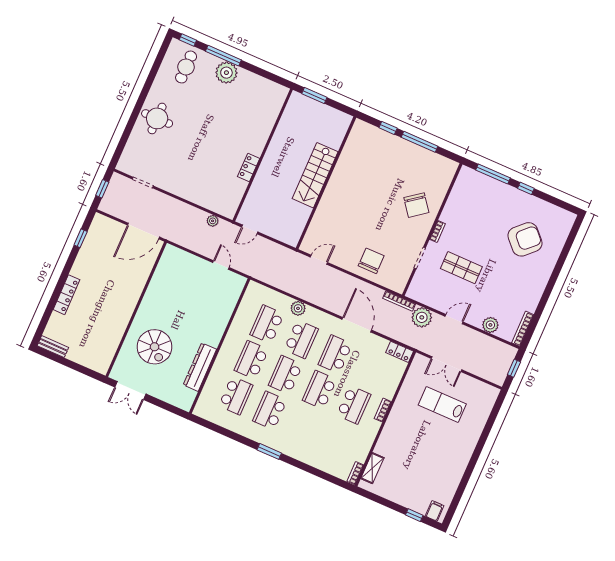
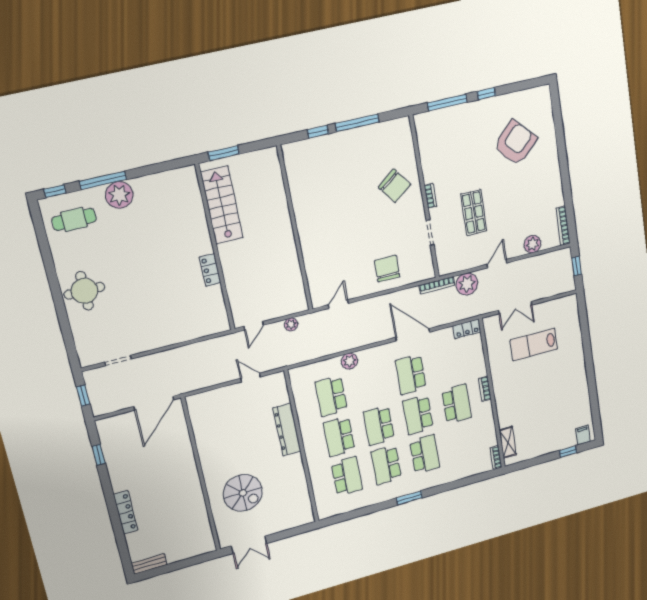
cafe table: (186, 67) -> (74, 219), turned 90
stairs: (315, 175) -> (222, 205), moved, turned 180
plant: (213, 221) -> (291, 324), moved
shop shelf: (461, 268) -> (474, 213), turned 90
school desk: (301, 339) -> (425, 454), moved
dresser: (200, 367) -> (287, 430), moved

